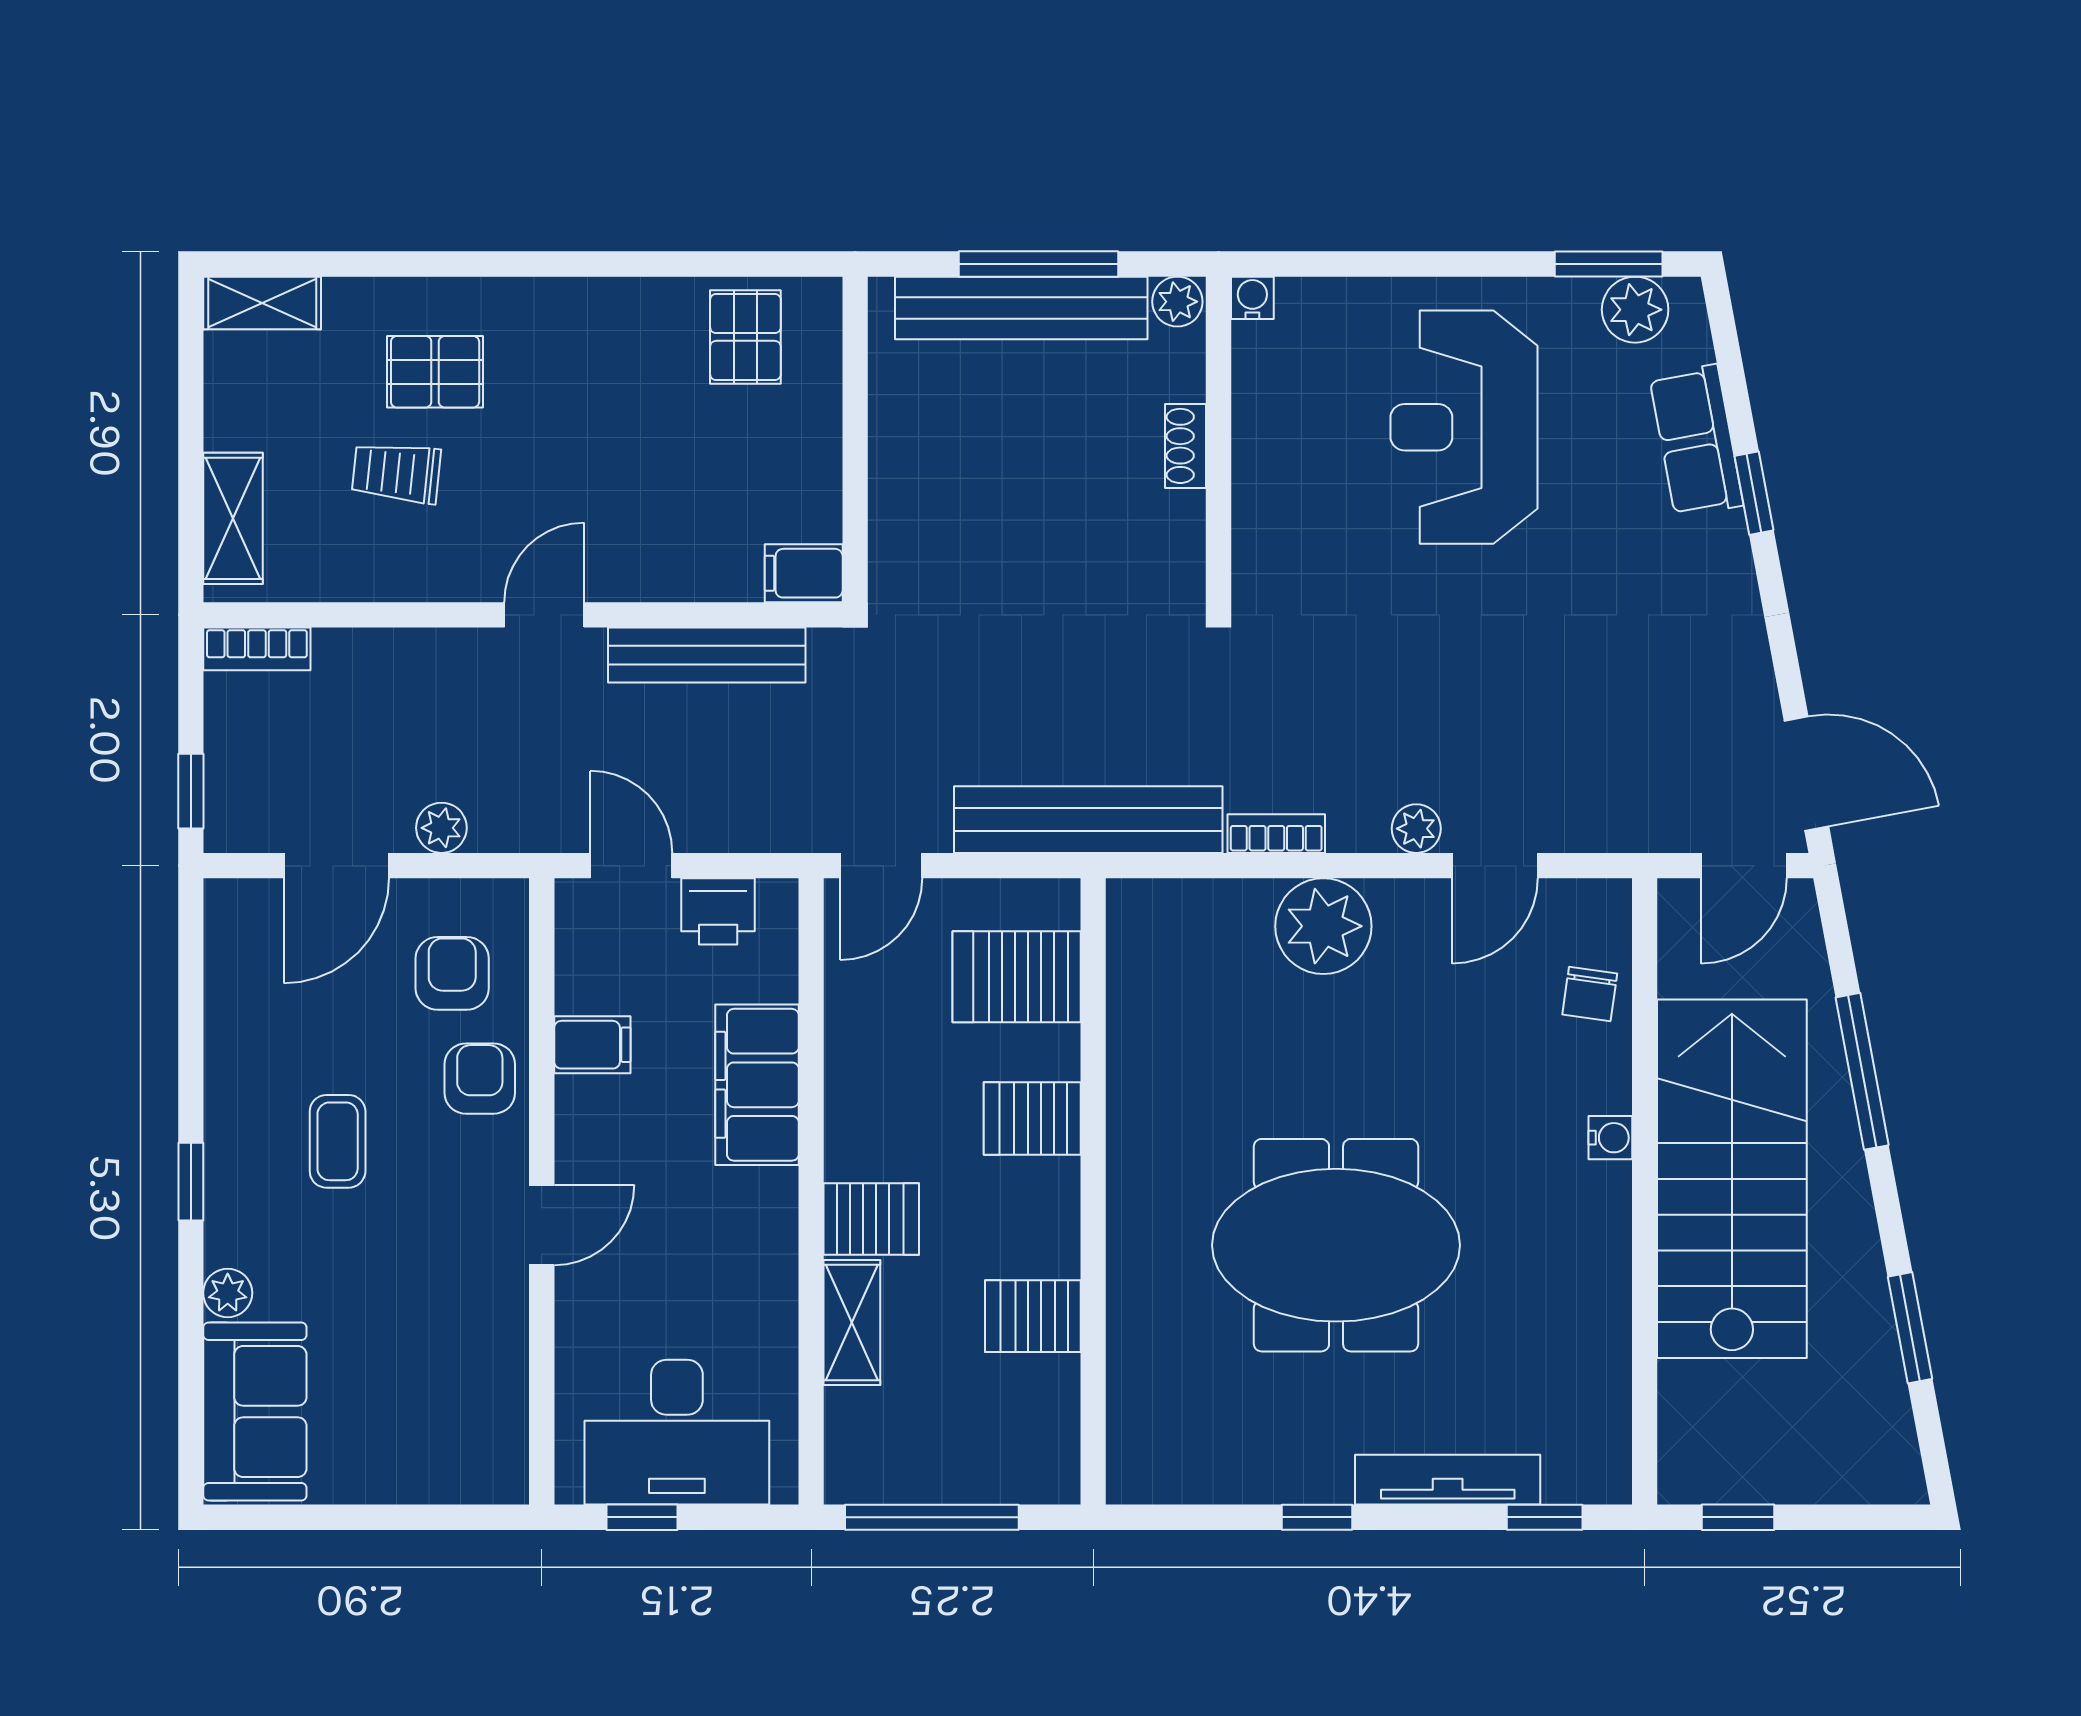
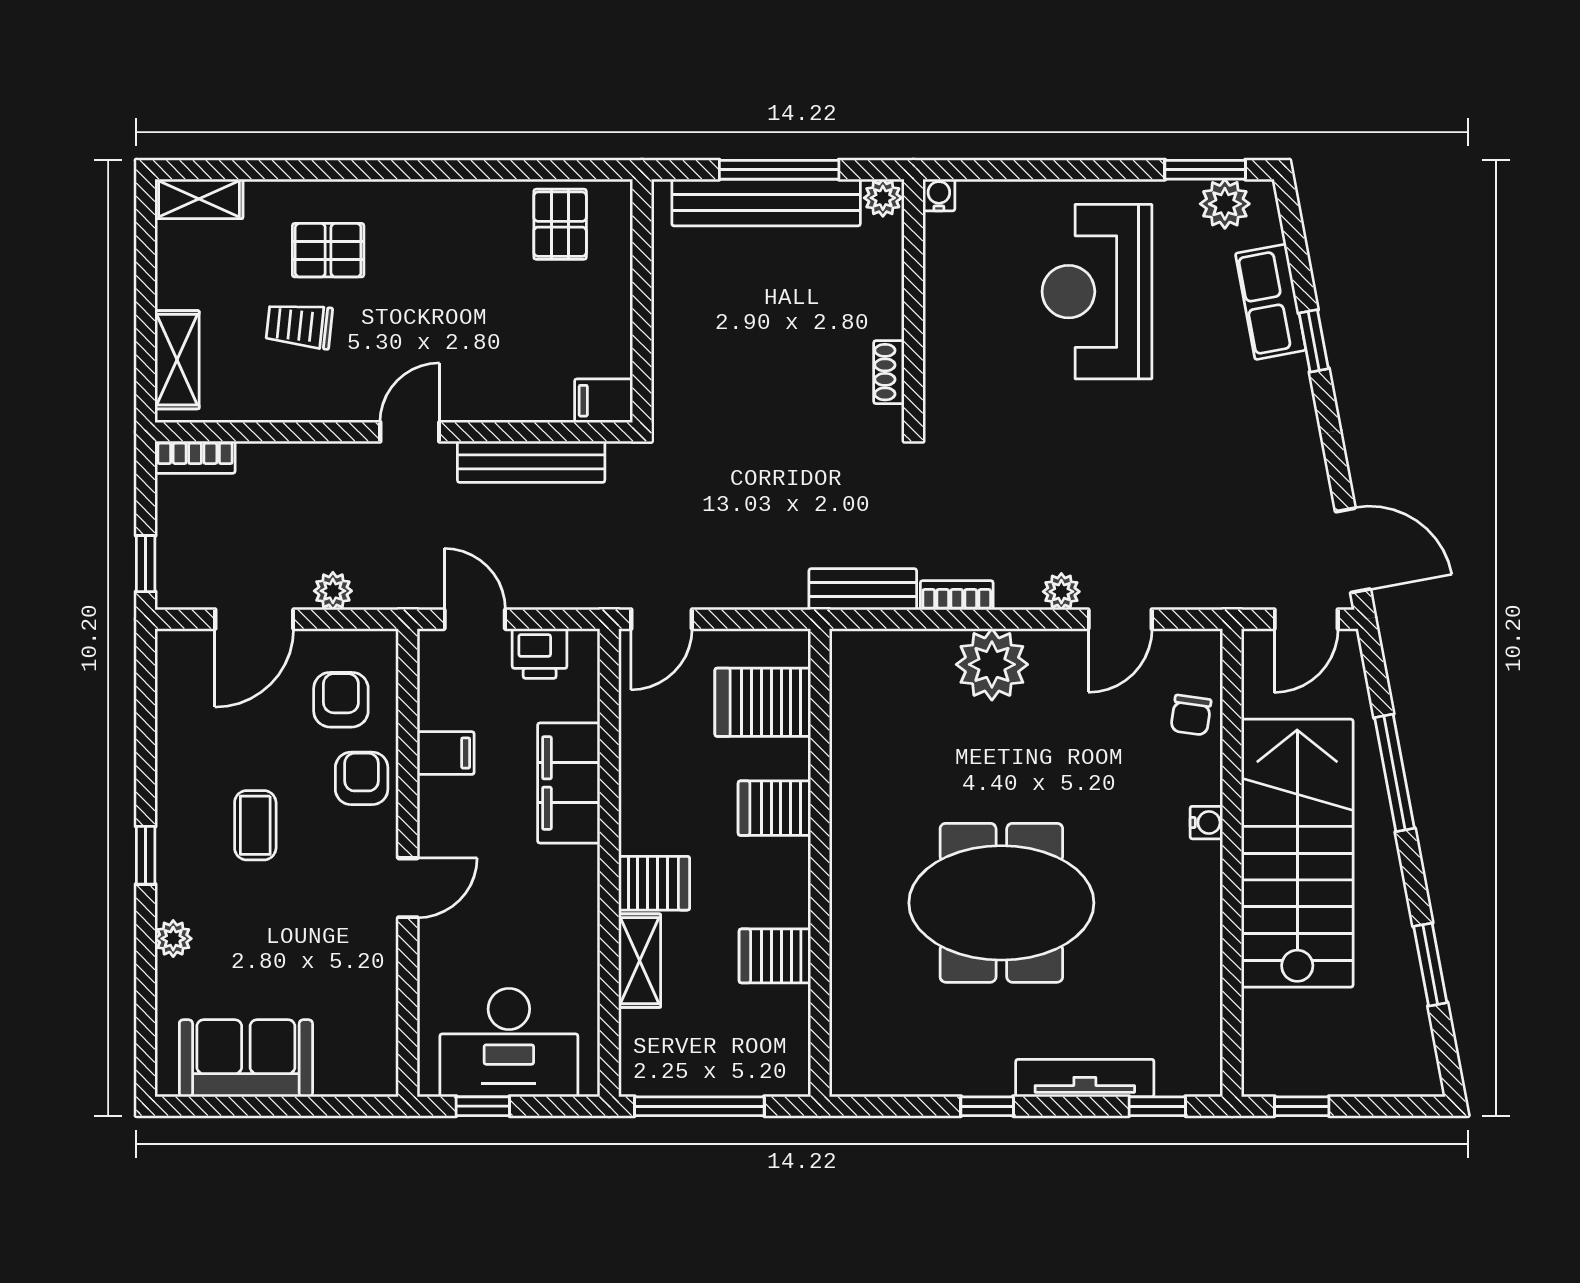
shoe rack: (1186, 446) -> (889, 372), moved
bench: (1088, 820) -> (863, 589), width x0.54, depth x0.82
sofa: (255, 1412) -> (246, 1058), moved, turned -90

